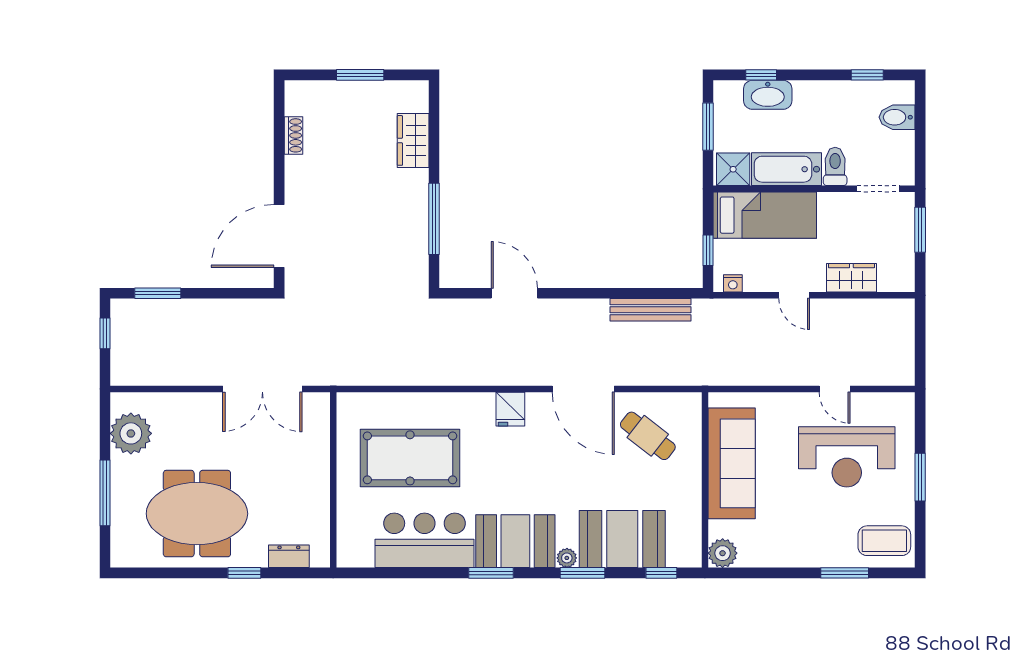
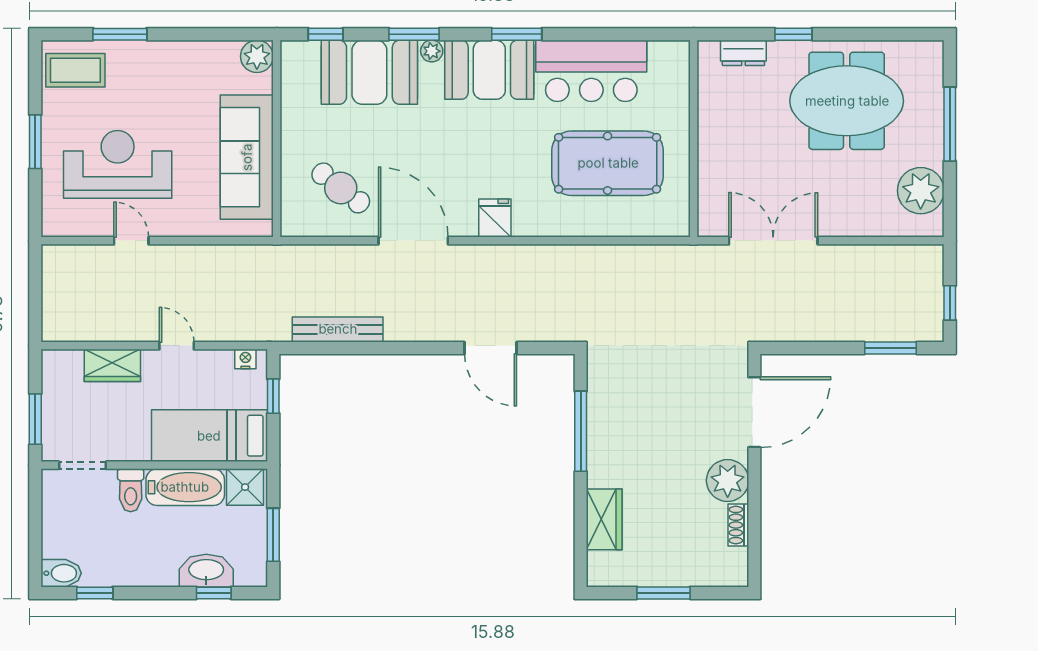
bidet: (897, 117) -> (61, 573), moved
plant: (303, 175) -> (728, 481), added

